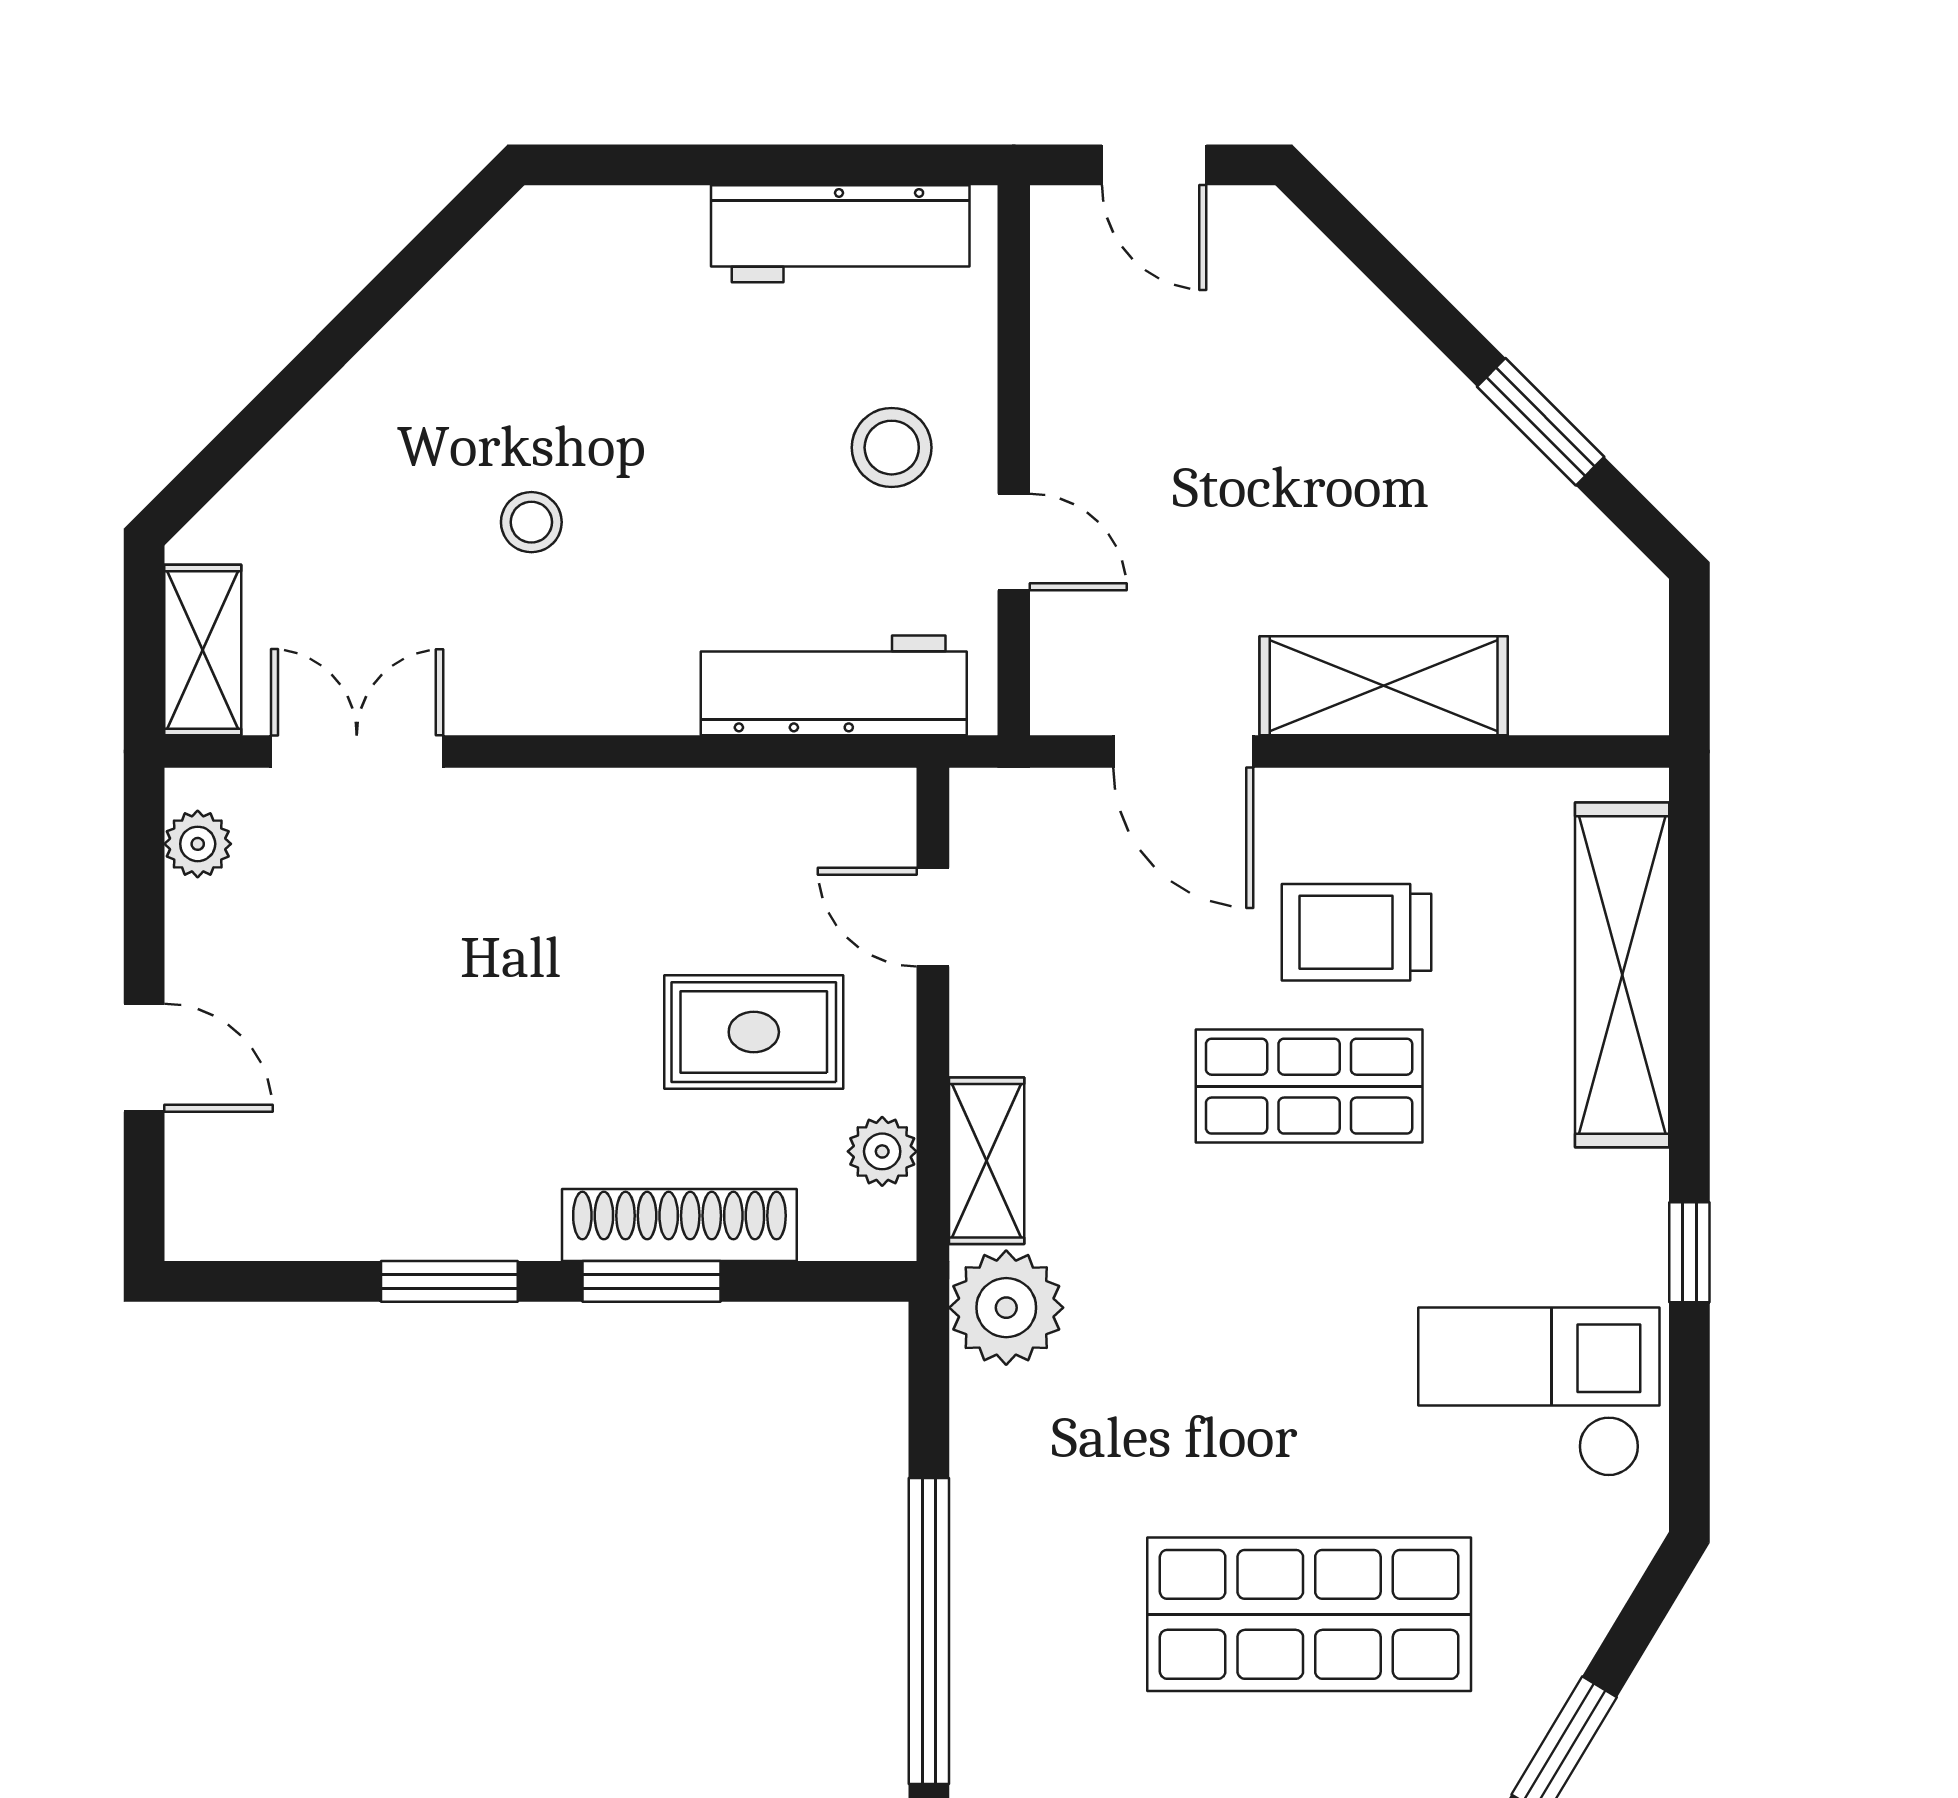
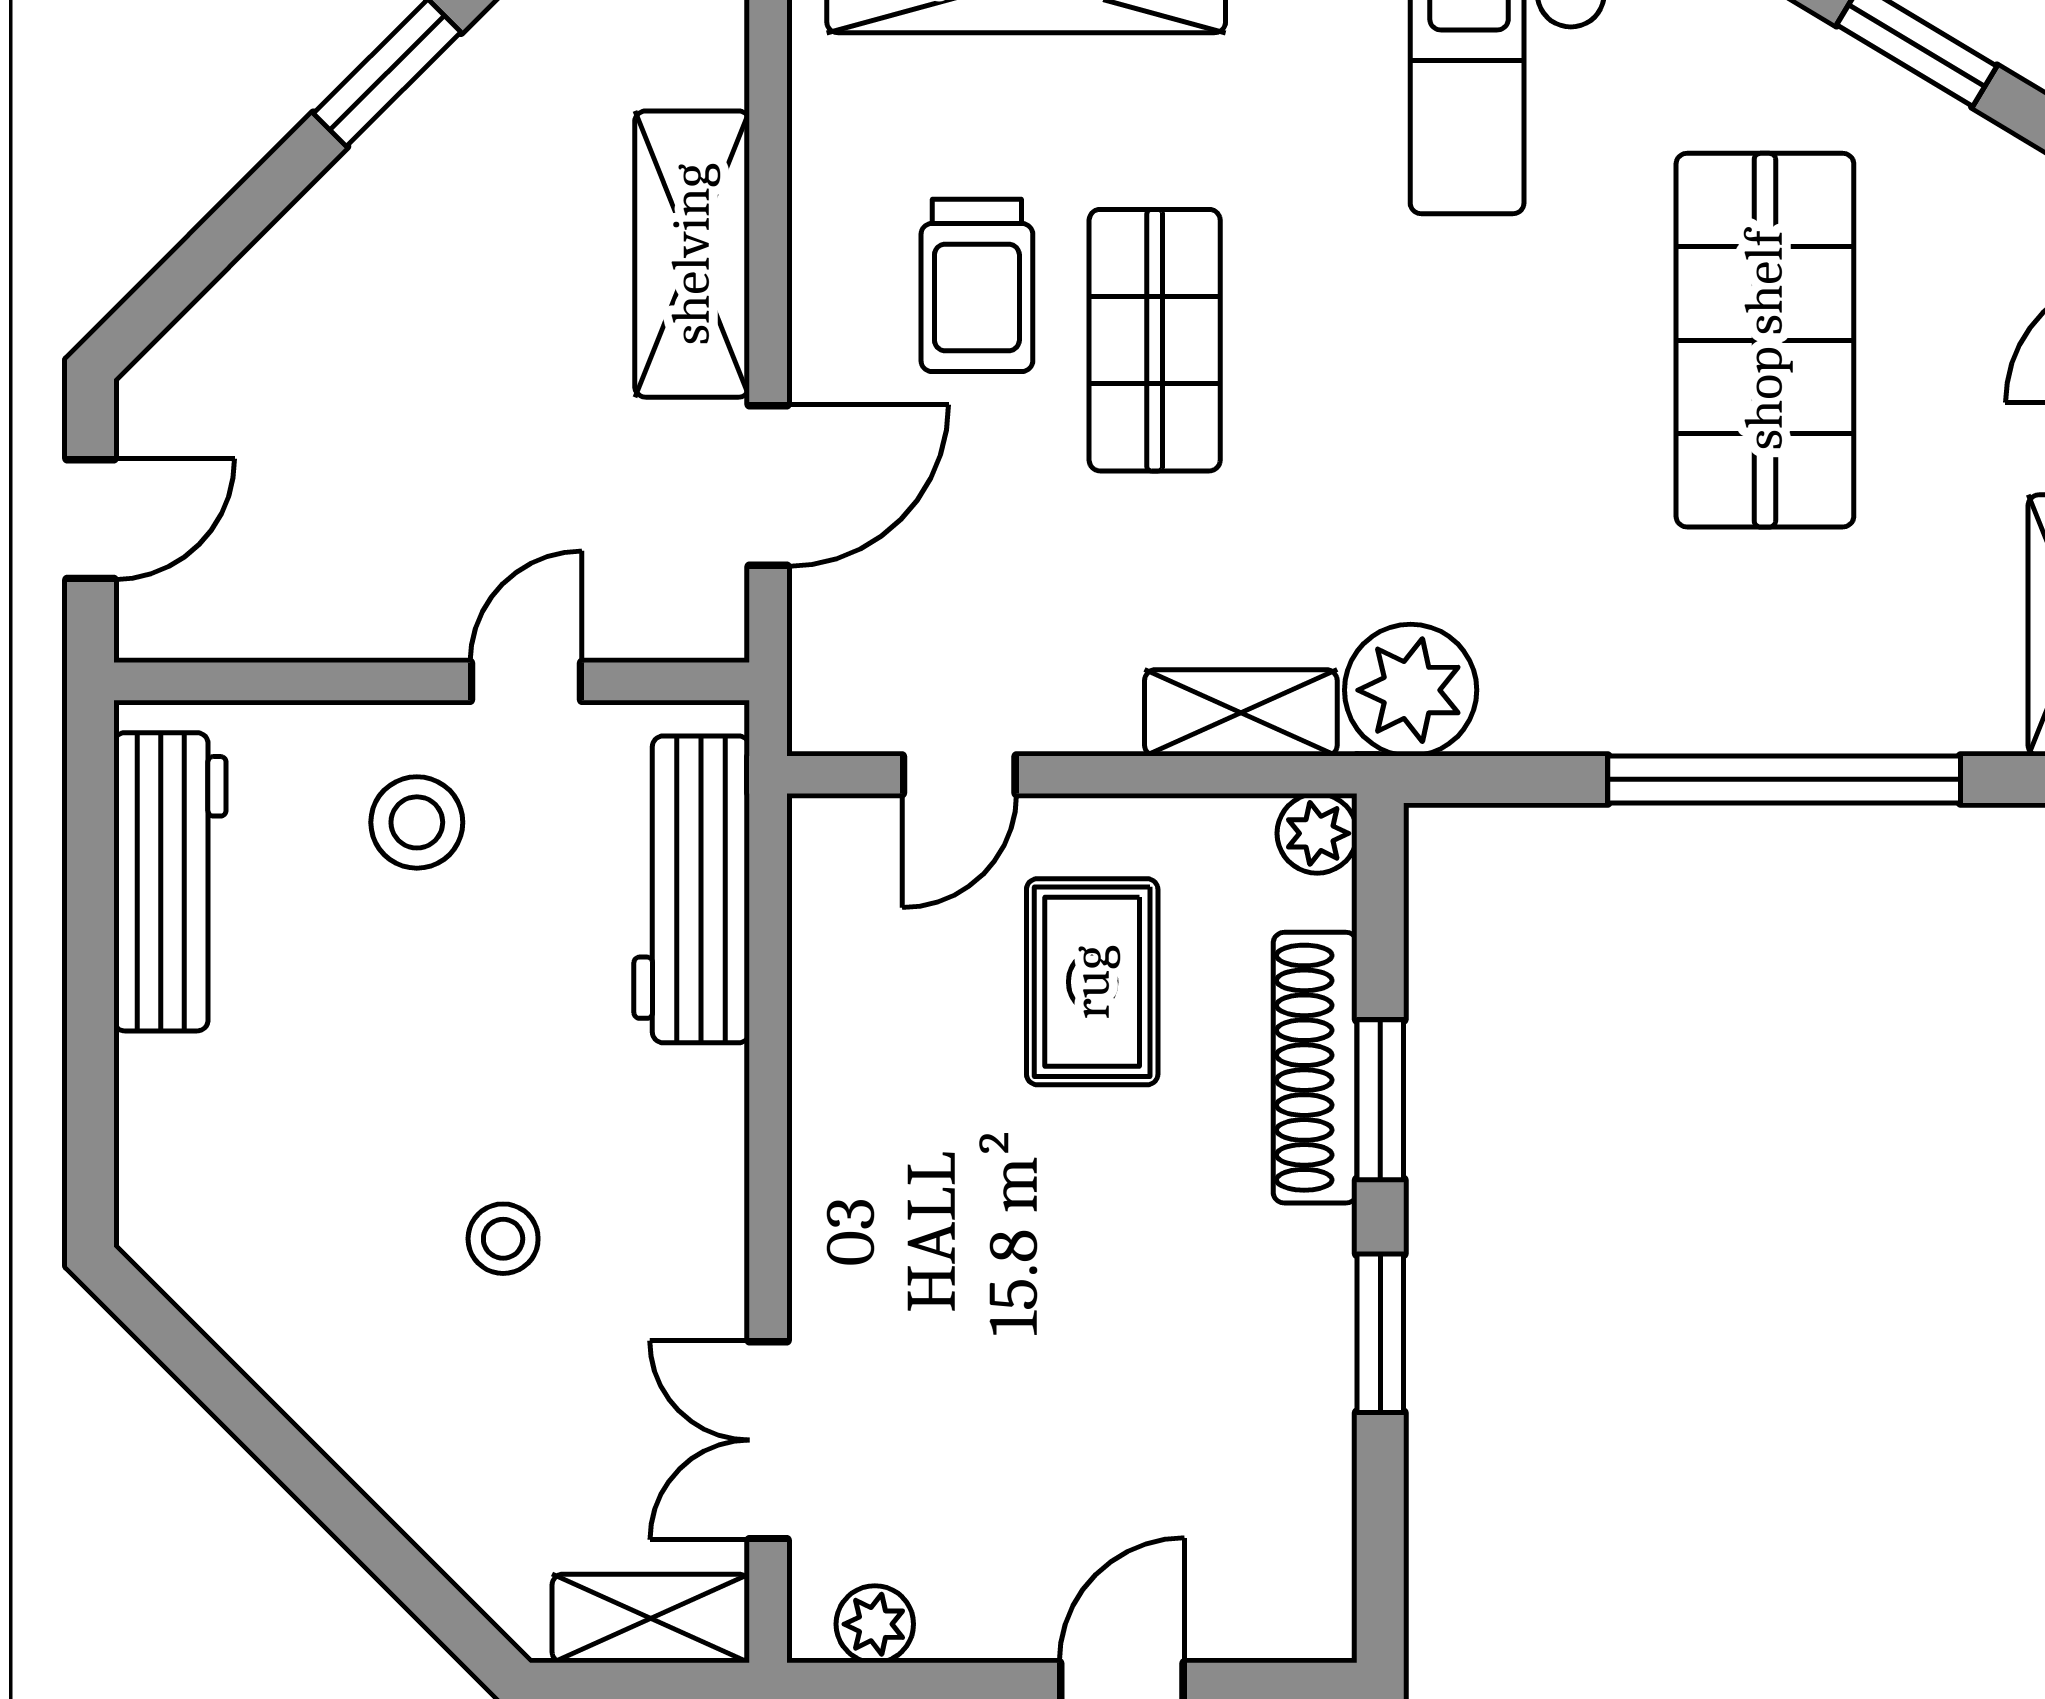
plant: (882, 1151) -> (1317, 833), moved

